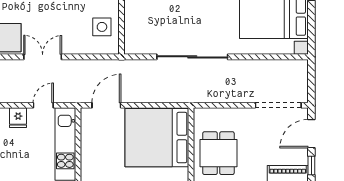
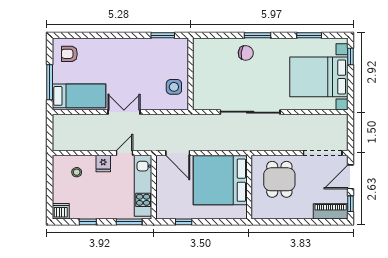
door: (106, 105) -> (178, 153), swing flipped
dining table: (218, 153) -> (279, 179), moved

